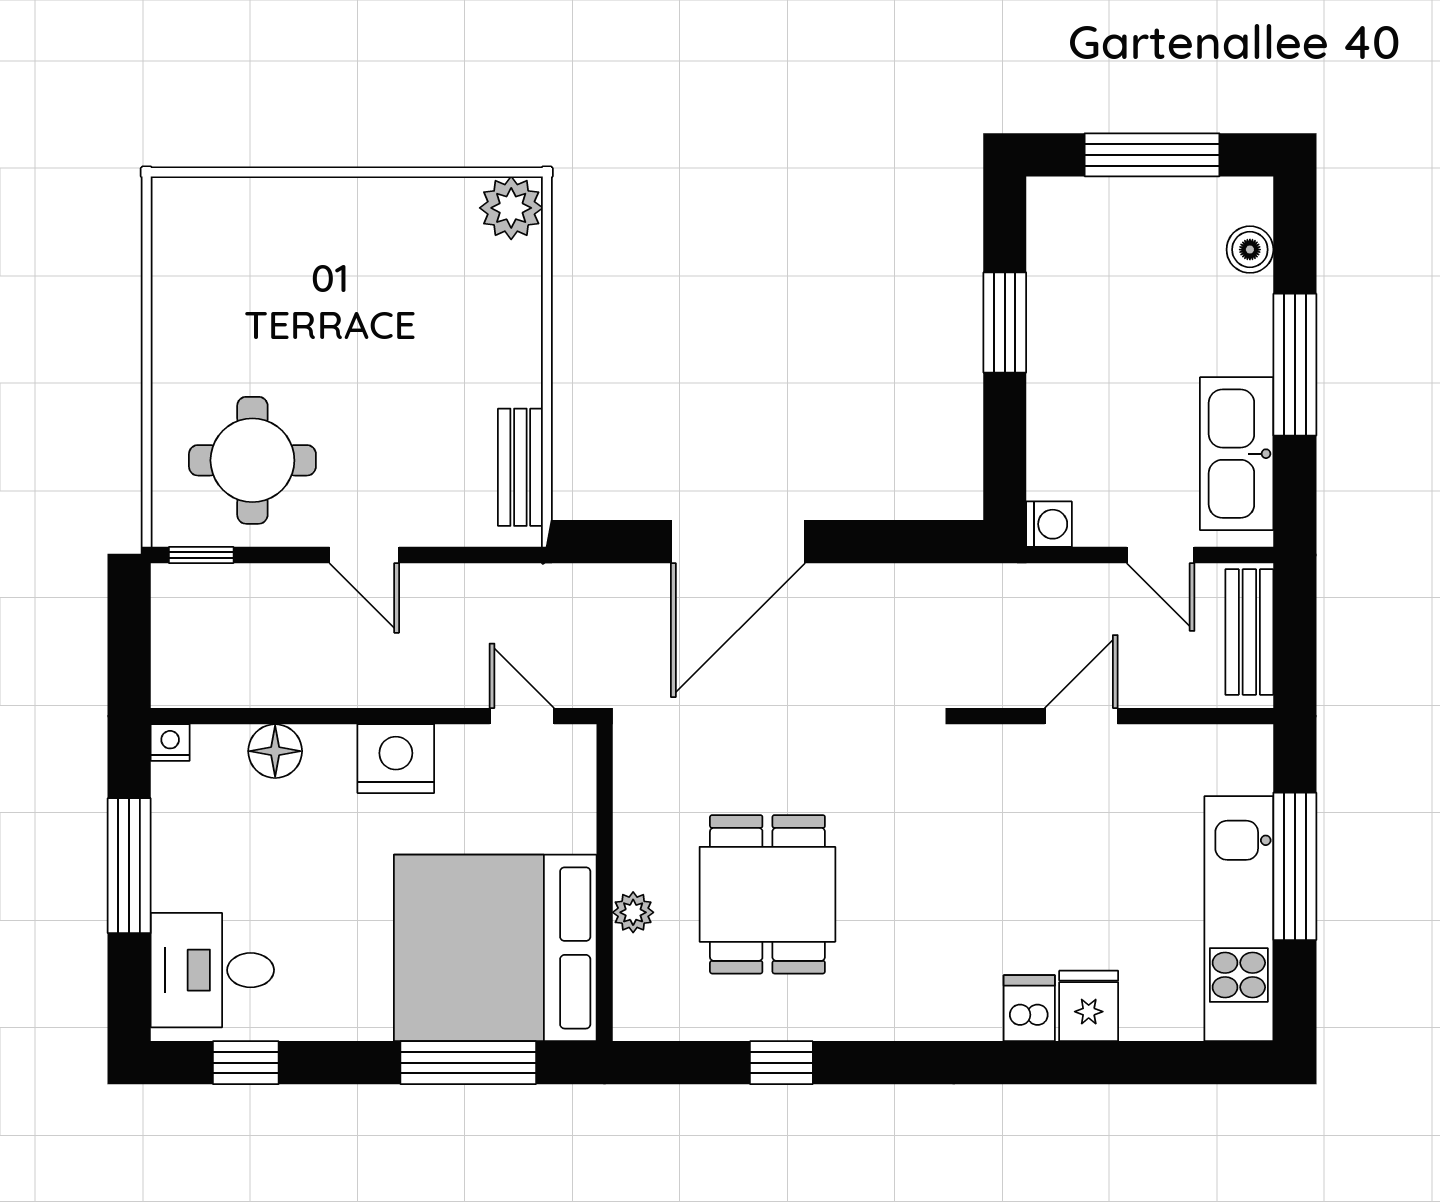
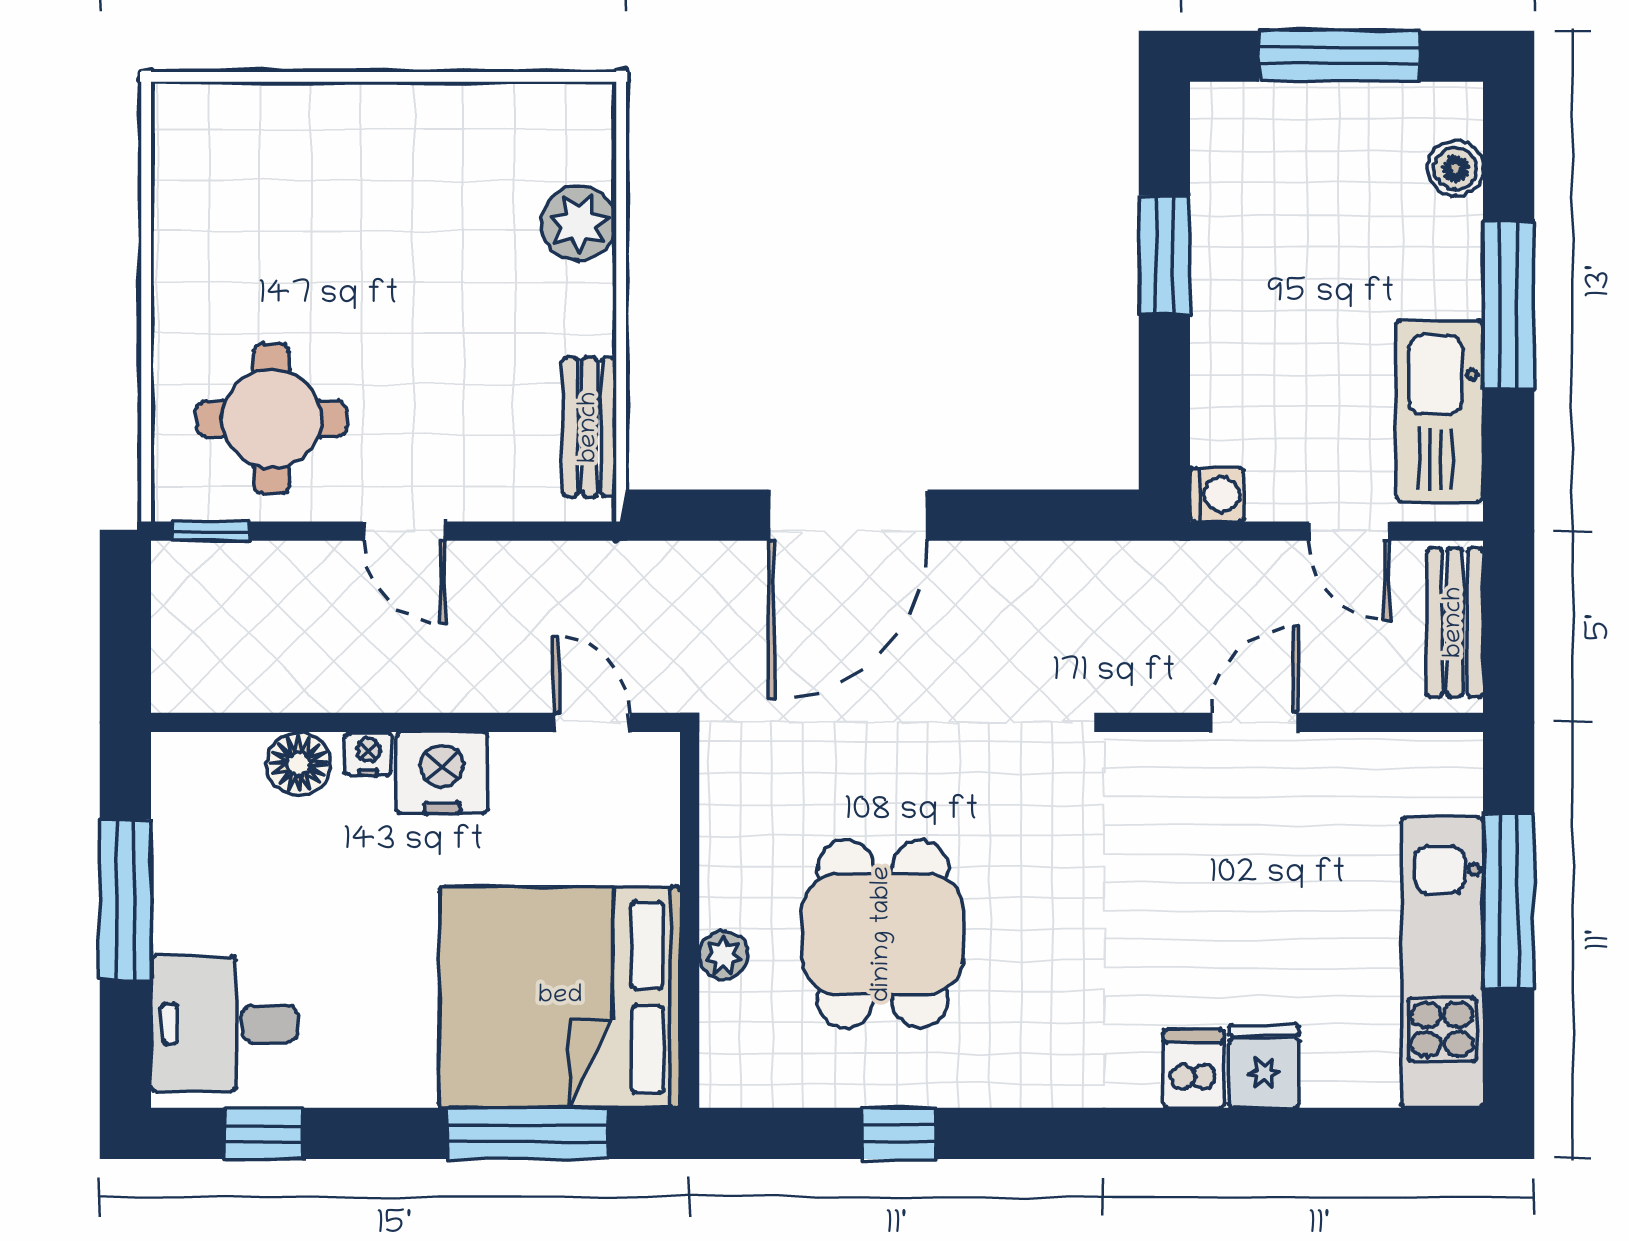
plant: (511, 208) -> (579, 223), moved
nightstand: (170, 743) -> (368, 754), moved

